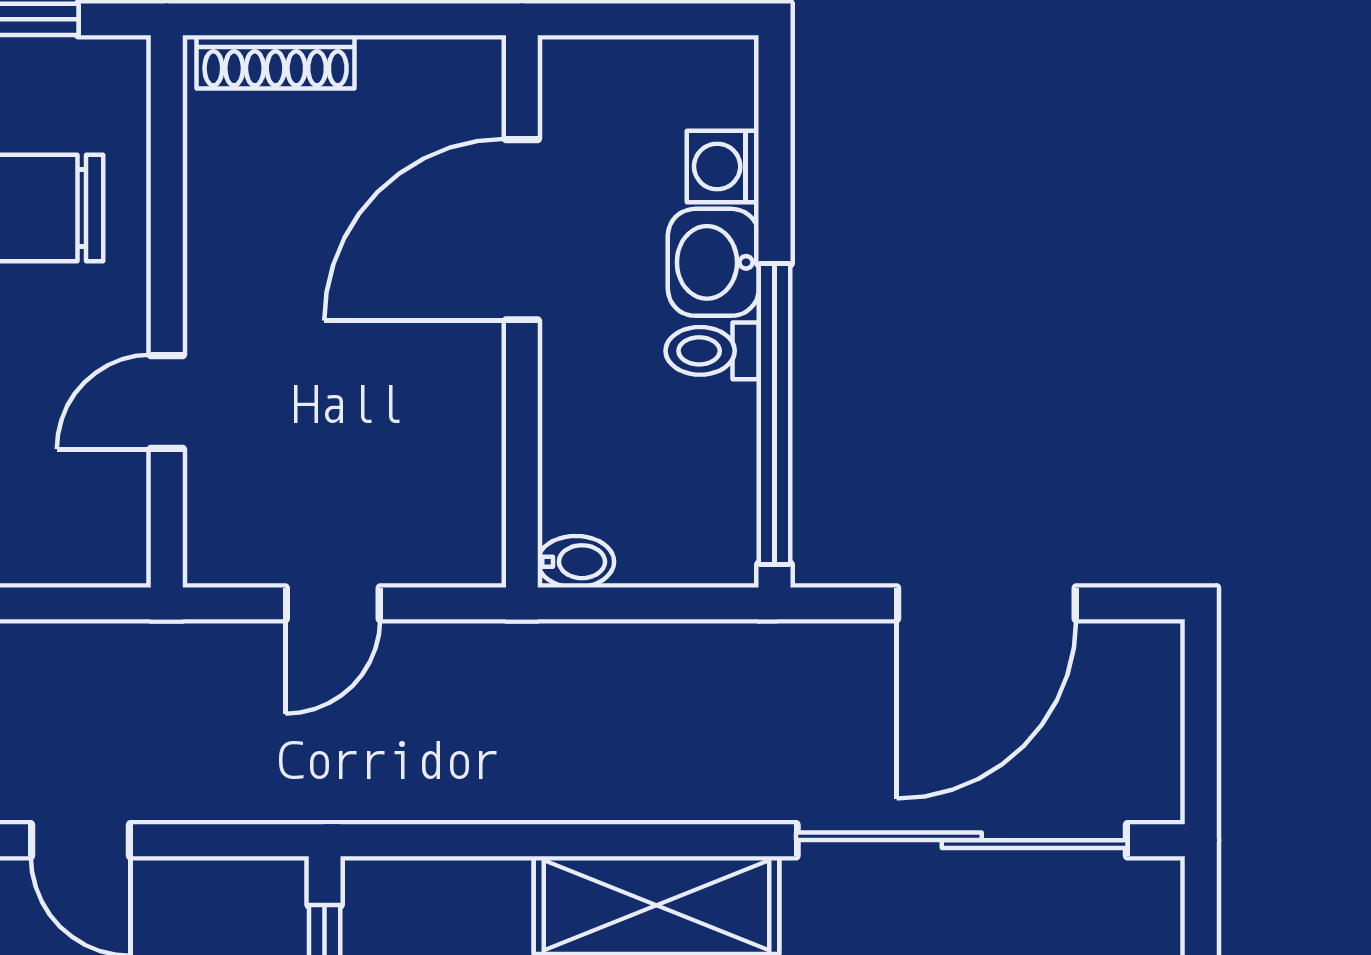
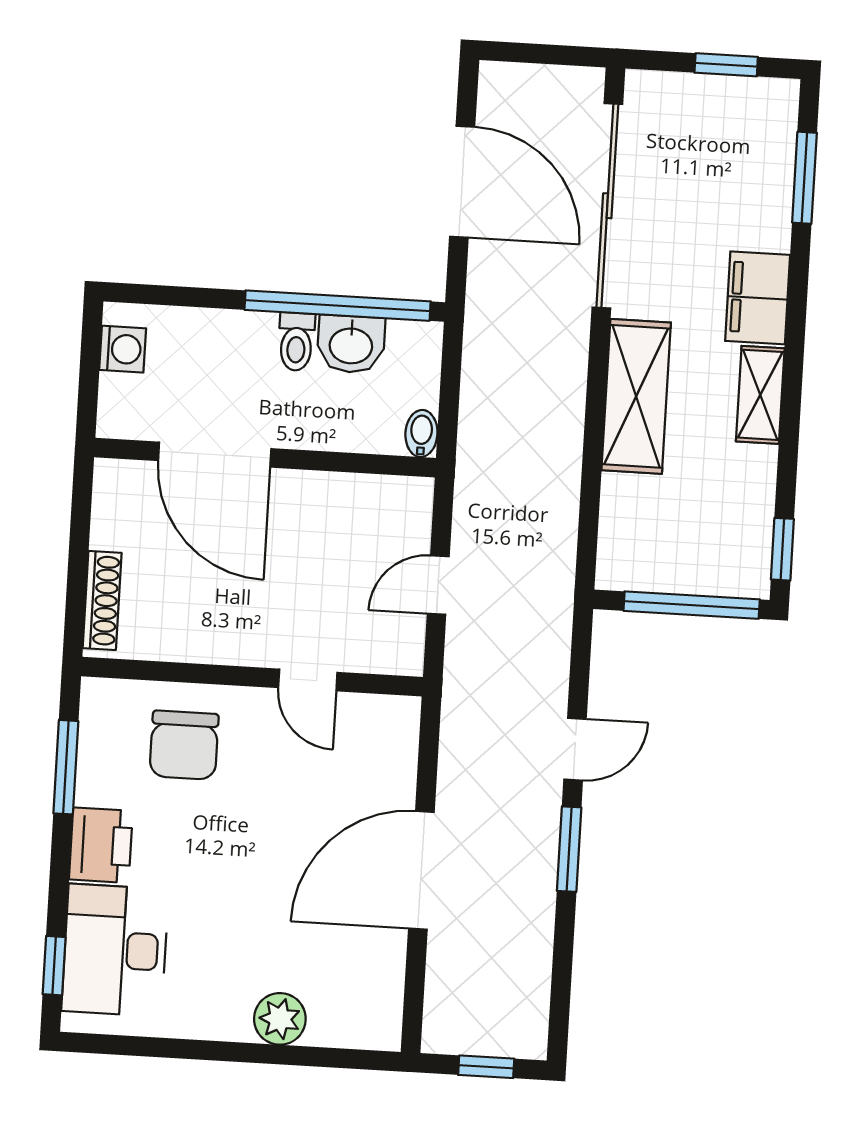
washing machine: (723, 166) -> (123, 349), moved, turned -90
washbasin: (713, 262) -> (351, 344), moved
door: (333, 603) -> (438, 585), swing flipped

